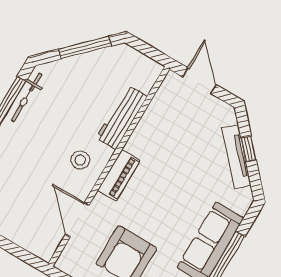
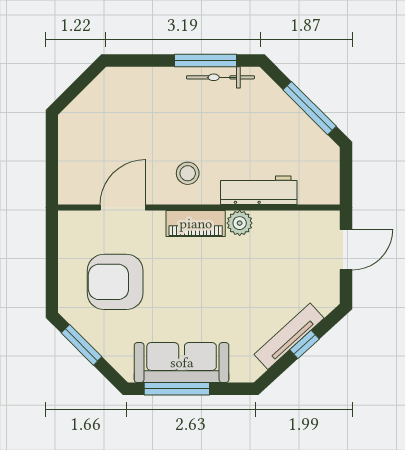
plant: (137, 144) -> (240, 223), added

